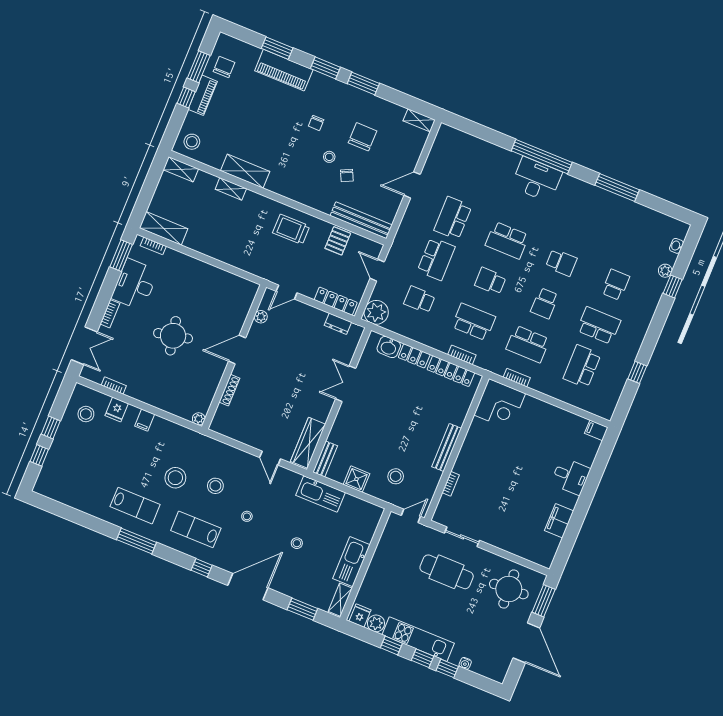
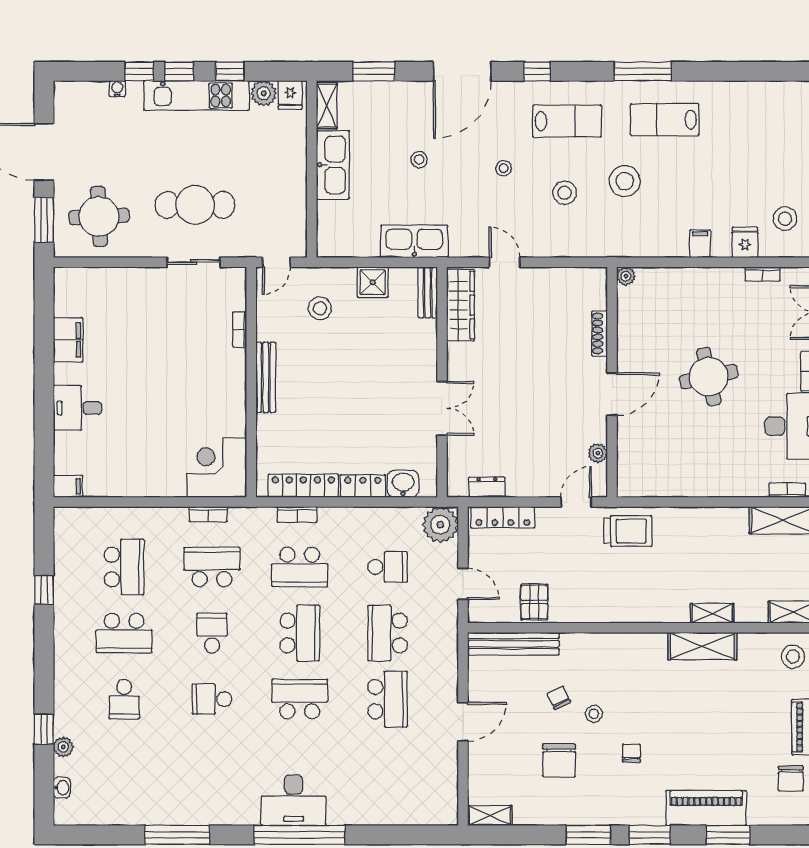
trolley: (291, 229) -> (628, 531), moved
school desk: (490, 281) -> (300, 633), width x1.85

